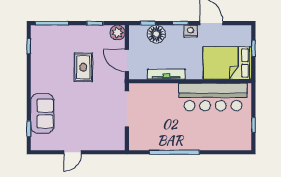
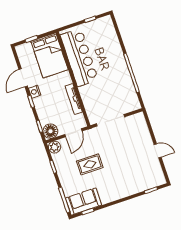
floor lamp: (156, 34) -> (50, 131), moved
sofa: (42, 114) -> (83, 202), moved

